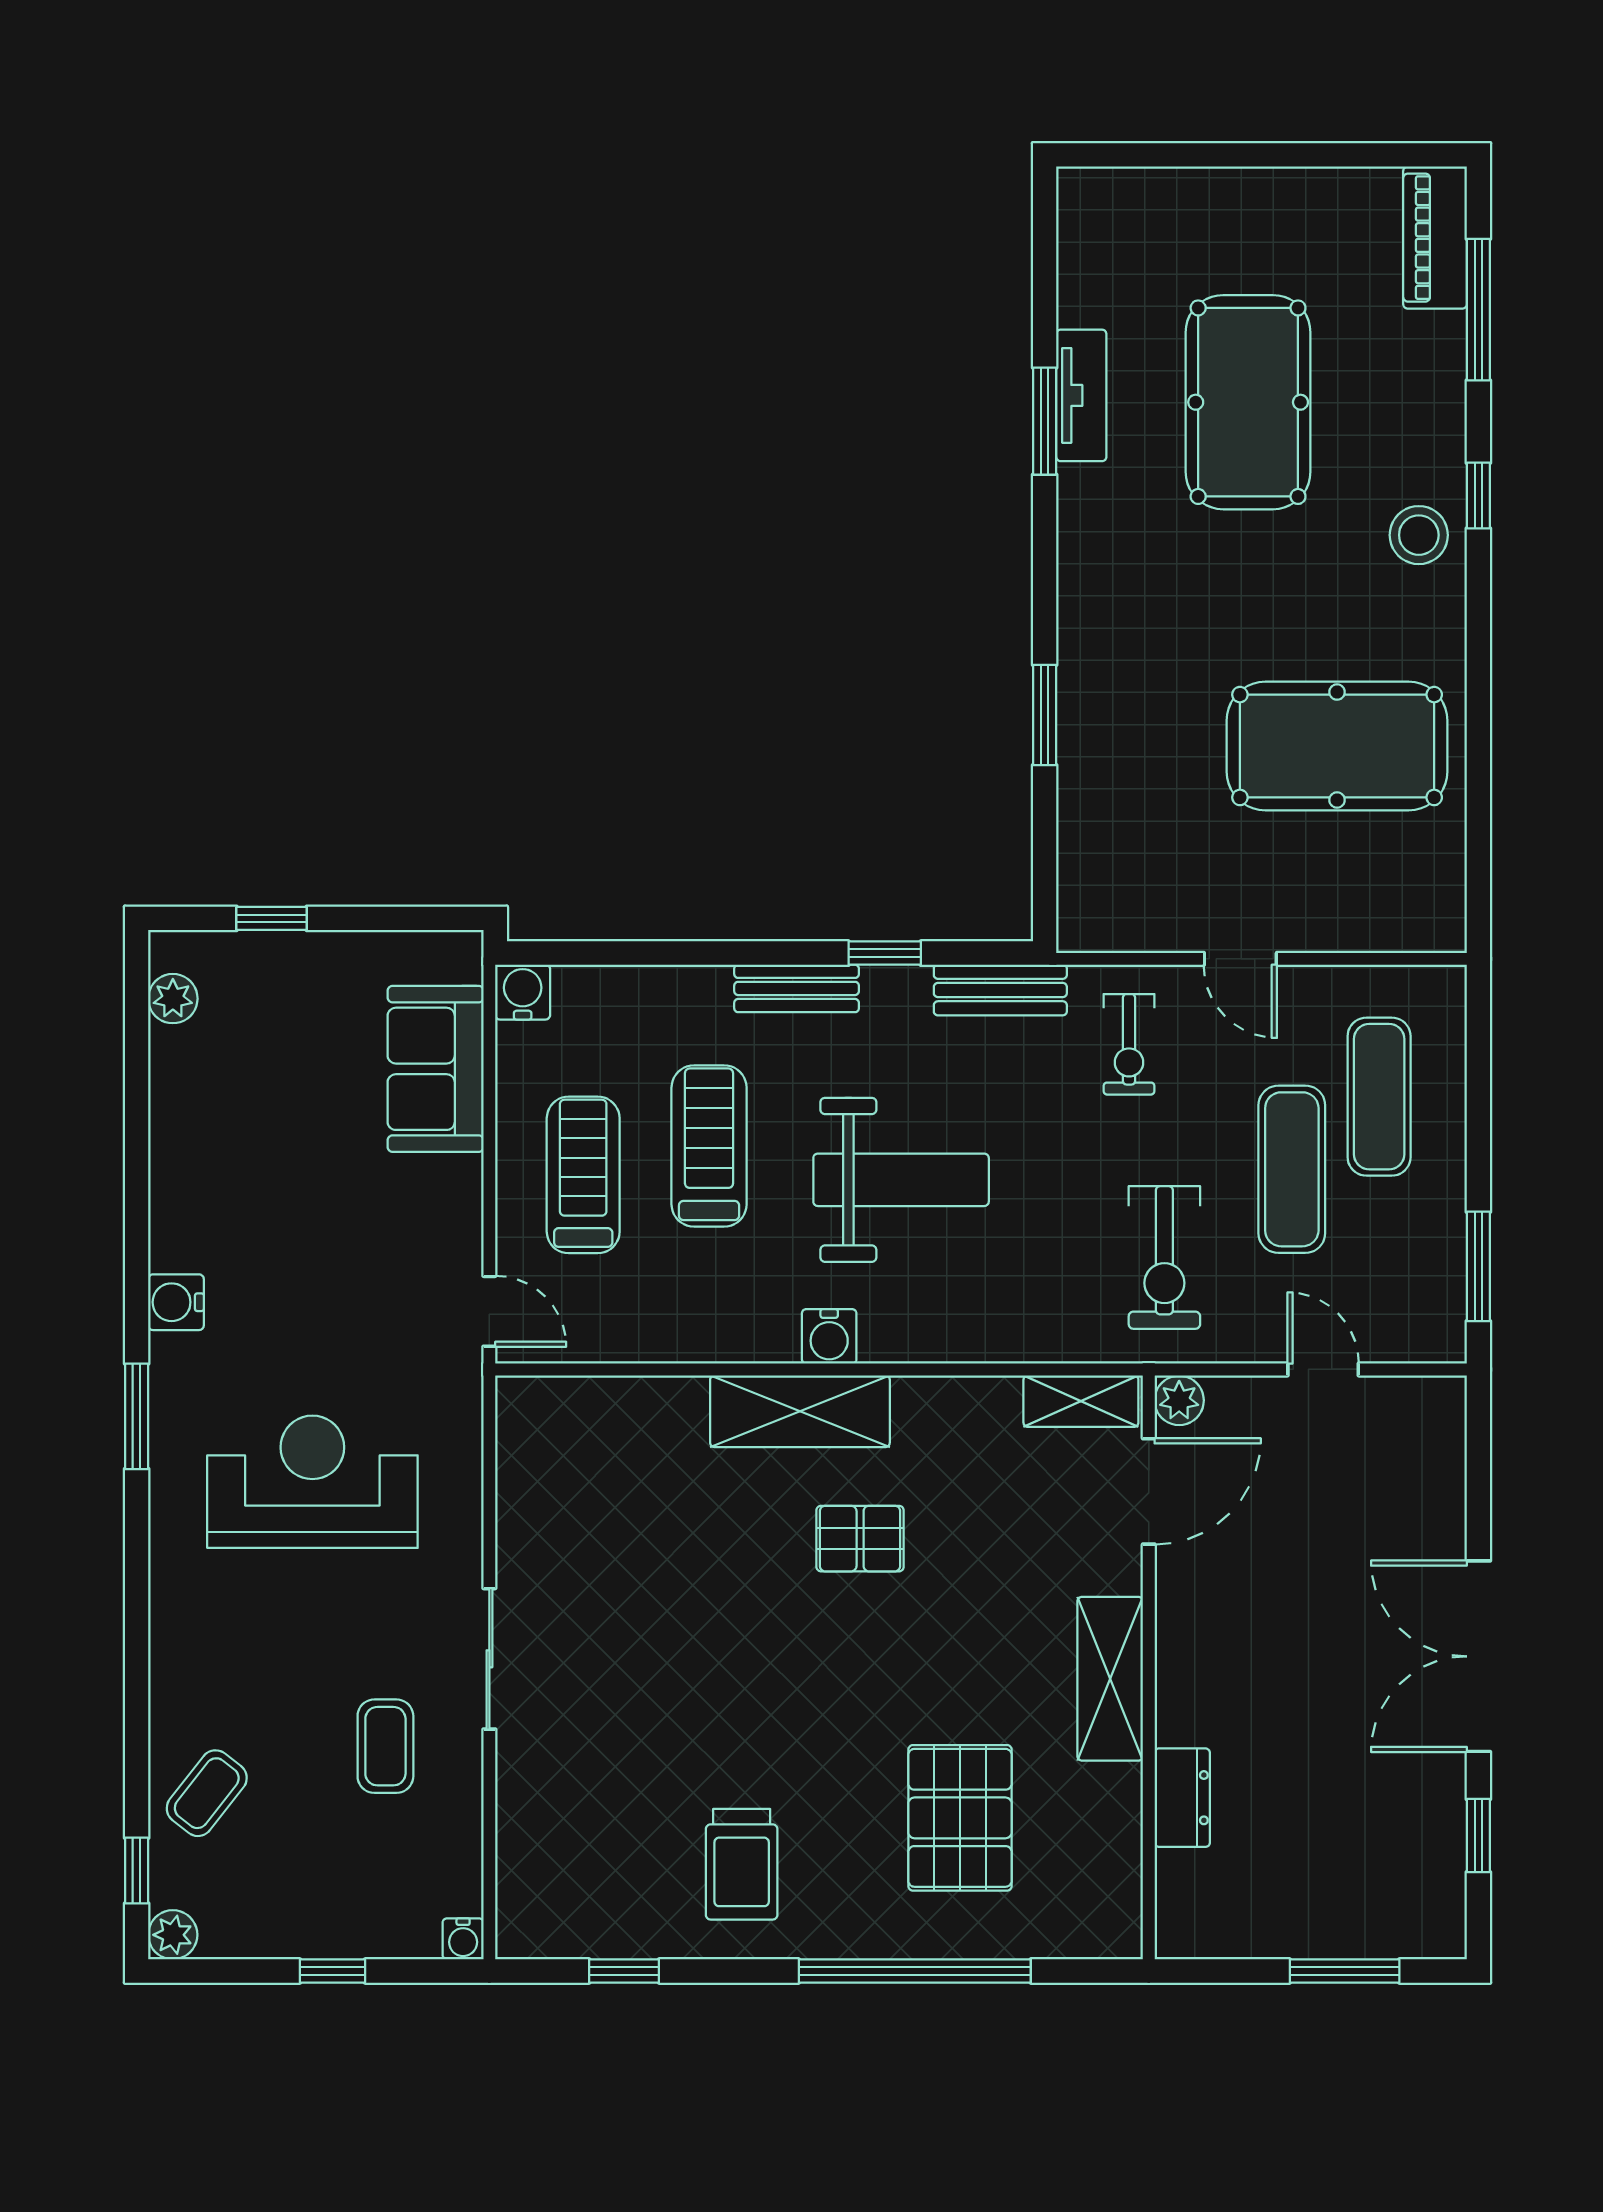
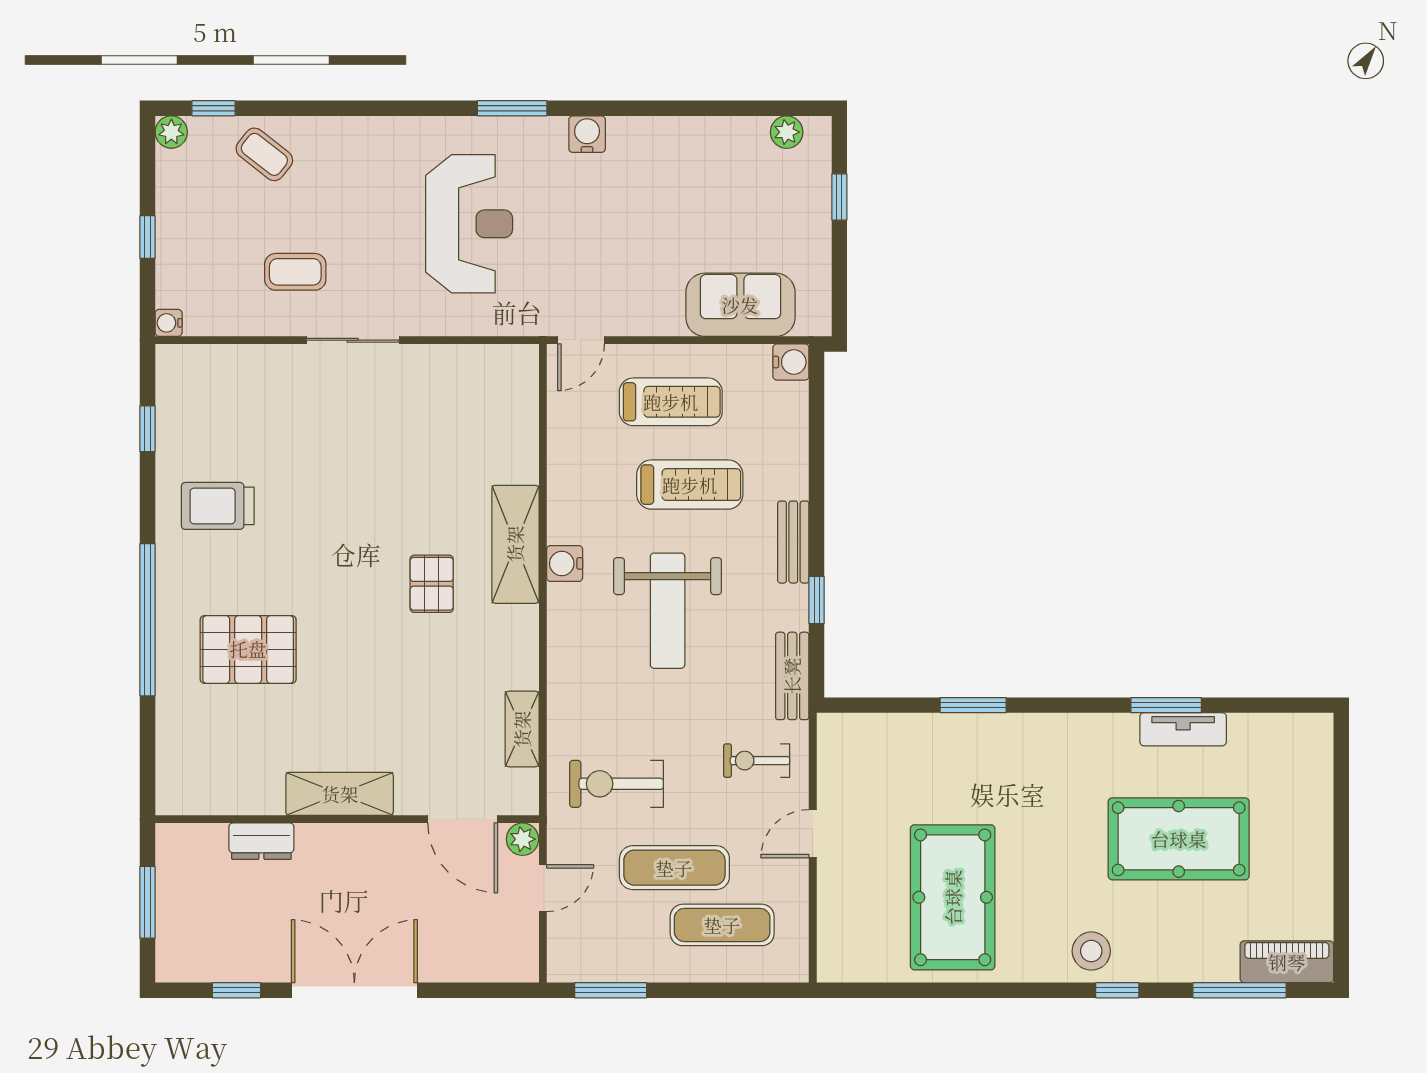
plant: (1179, 1400) -> (523, 839), moved
door: (1149, 1491) -> (463, 819), moved
wall: (1149, 1667) -> (347, 819), moved
shelving: (1110, 1679) -> (340, 794), moved
dresser: (1182, 1798) -> (261, 841), moved

